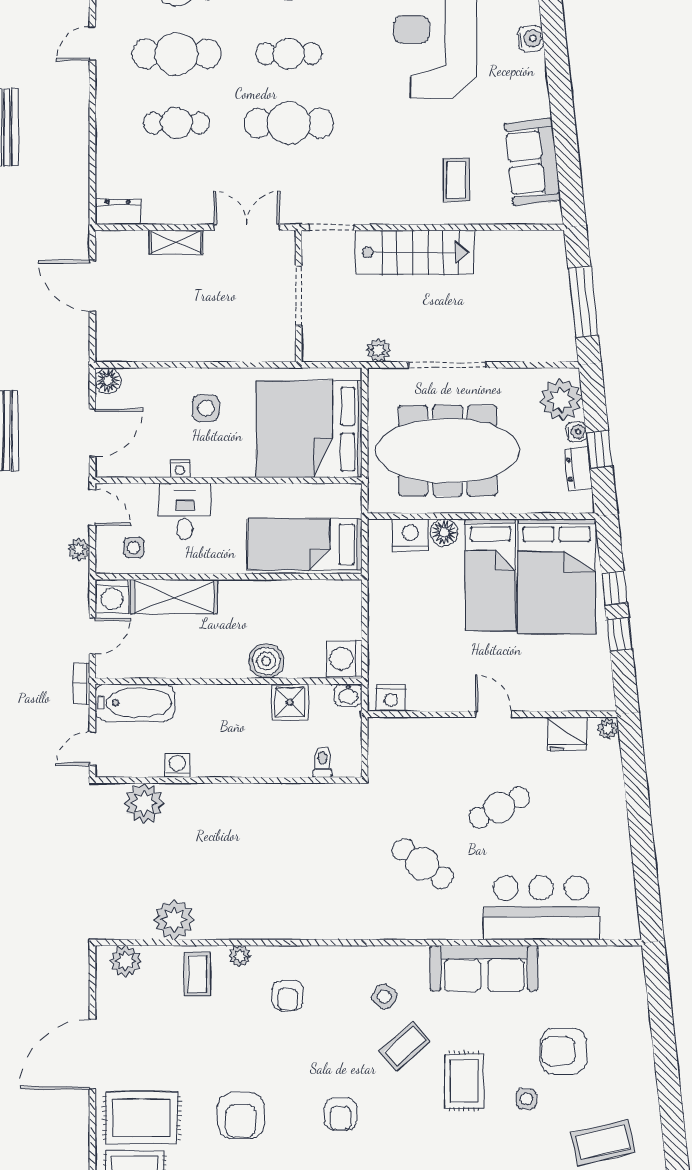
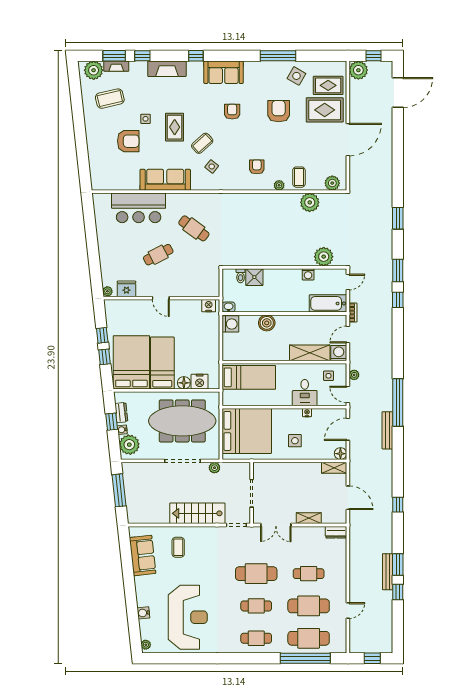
shelving: (122, 350) -> (334, 468), added
shower: (290, 702) -> (254, 277), moved

